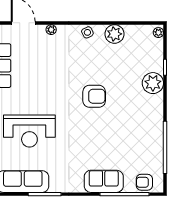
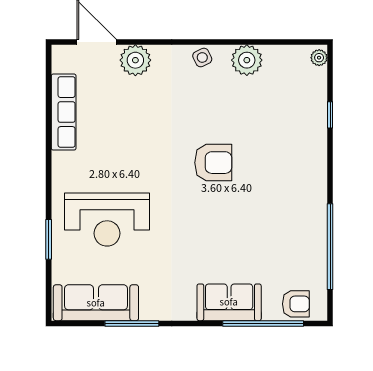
plant: (51, 30) -> (135, 60), width x1.88, depth x1.88
plant: (153, 83) -> (310, 141), removed
armchair: (144, 182) -> (296, 304), turned 180

